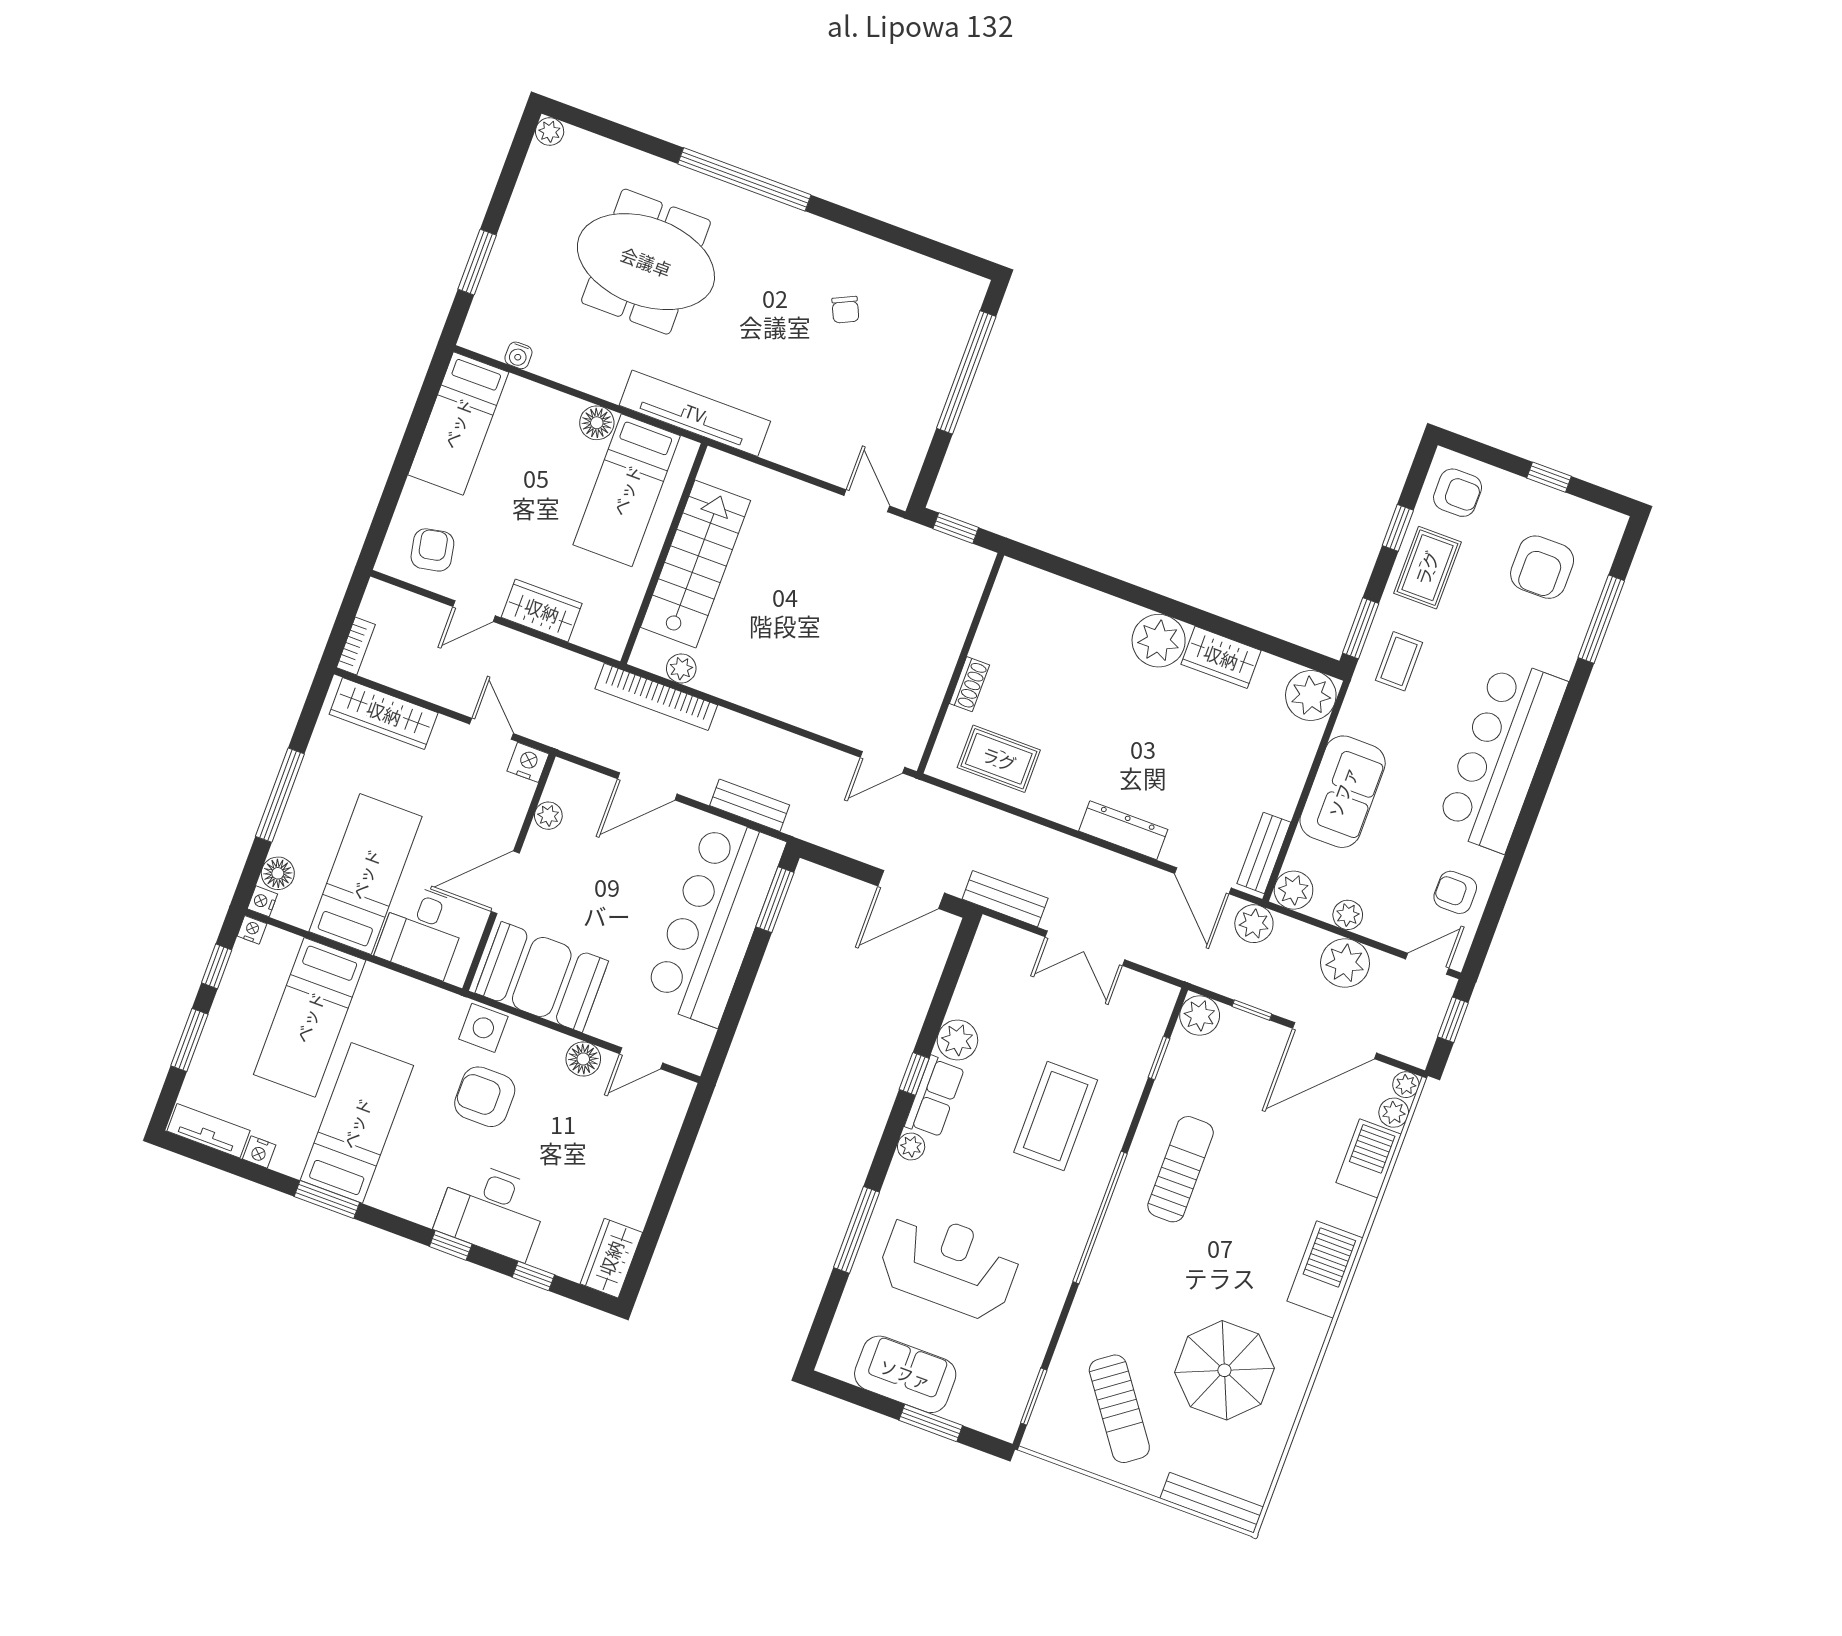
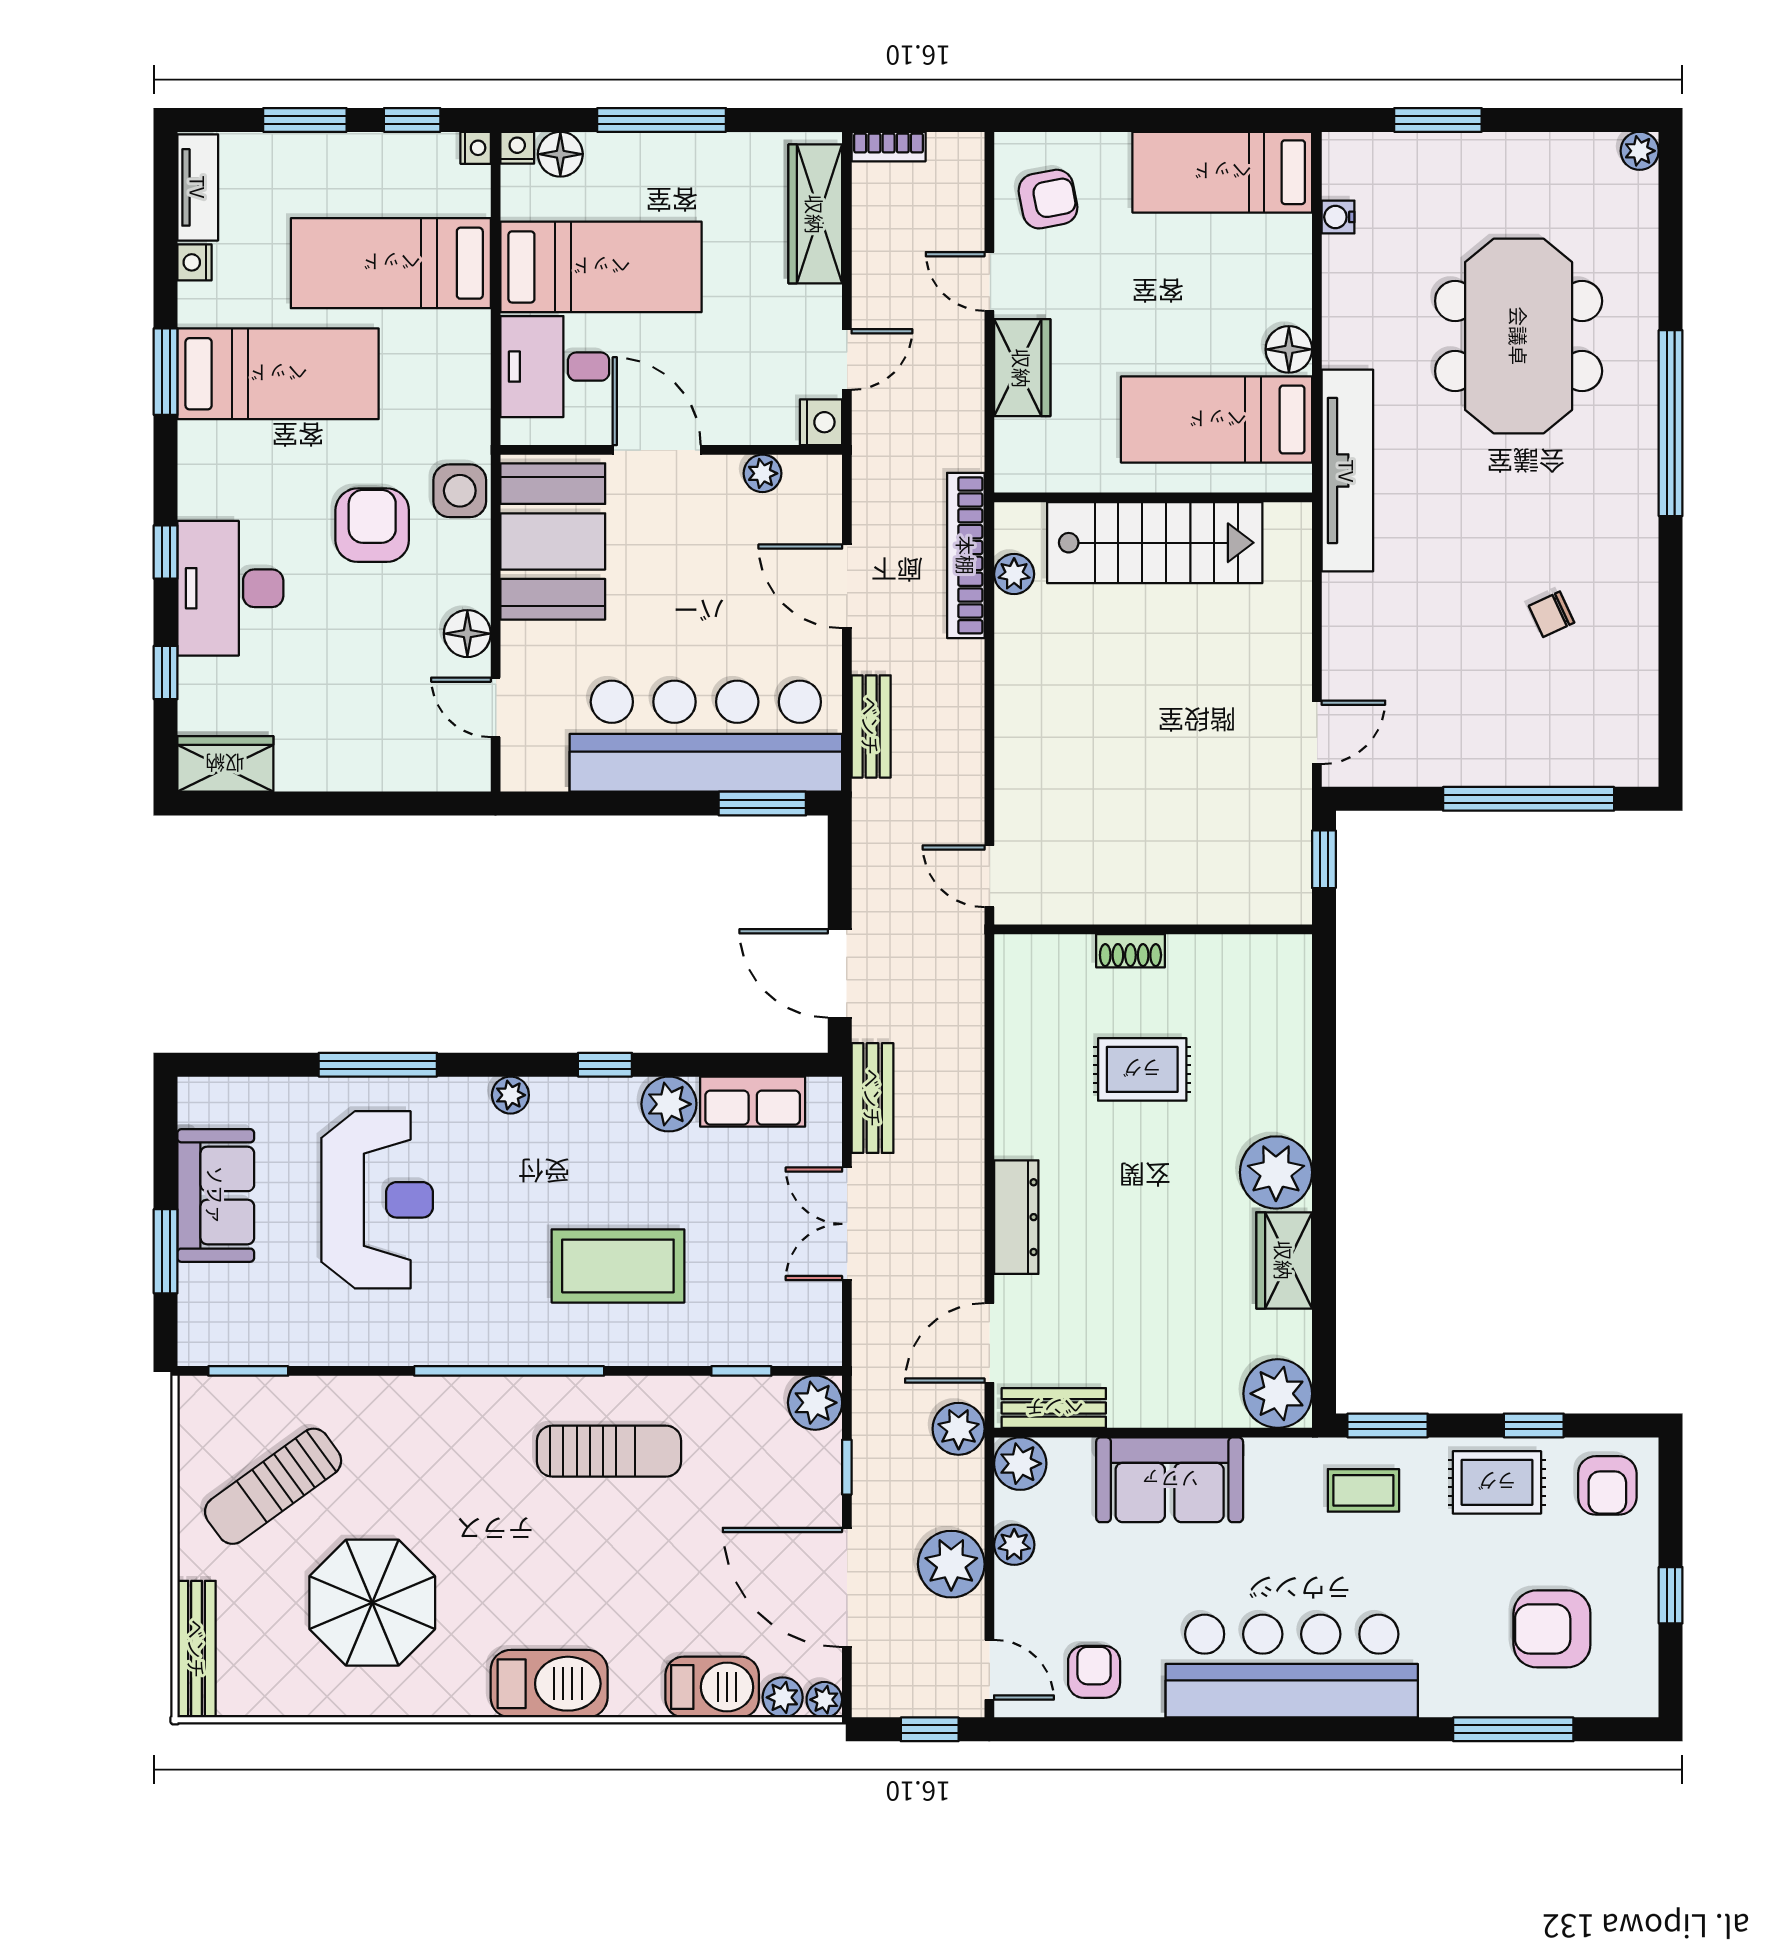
rug: (999, 759) -> (1142, 1069), moved, turned 90
row of seats: (935, 1097) -> (753, 1102), moved

